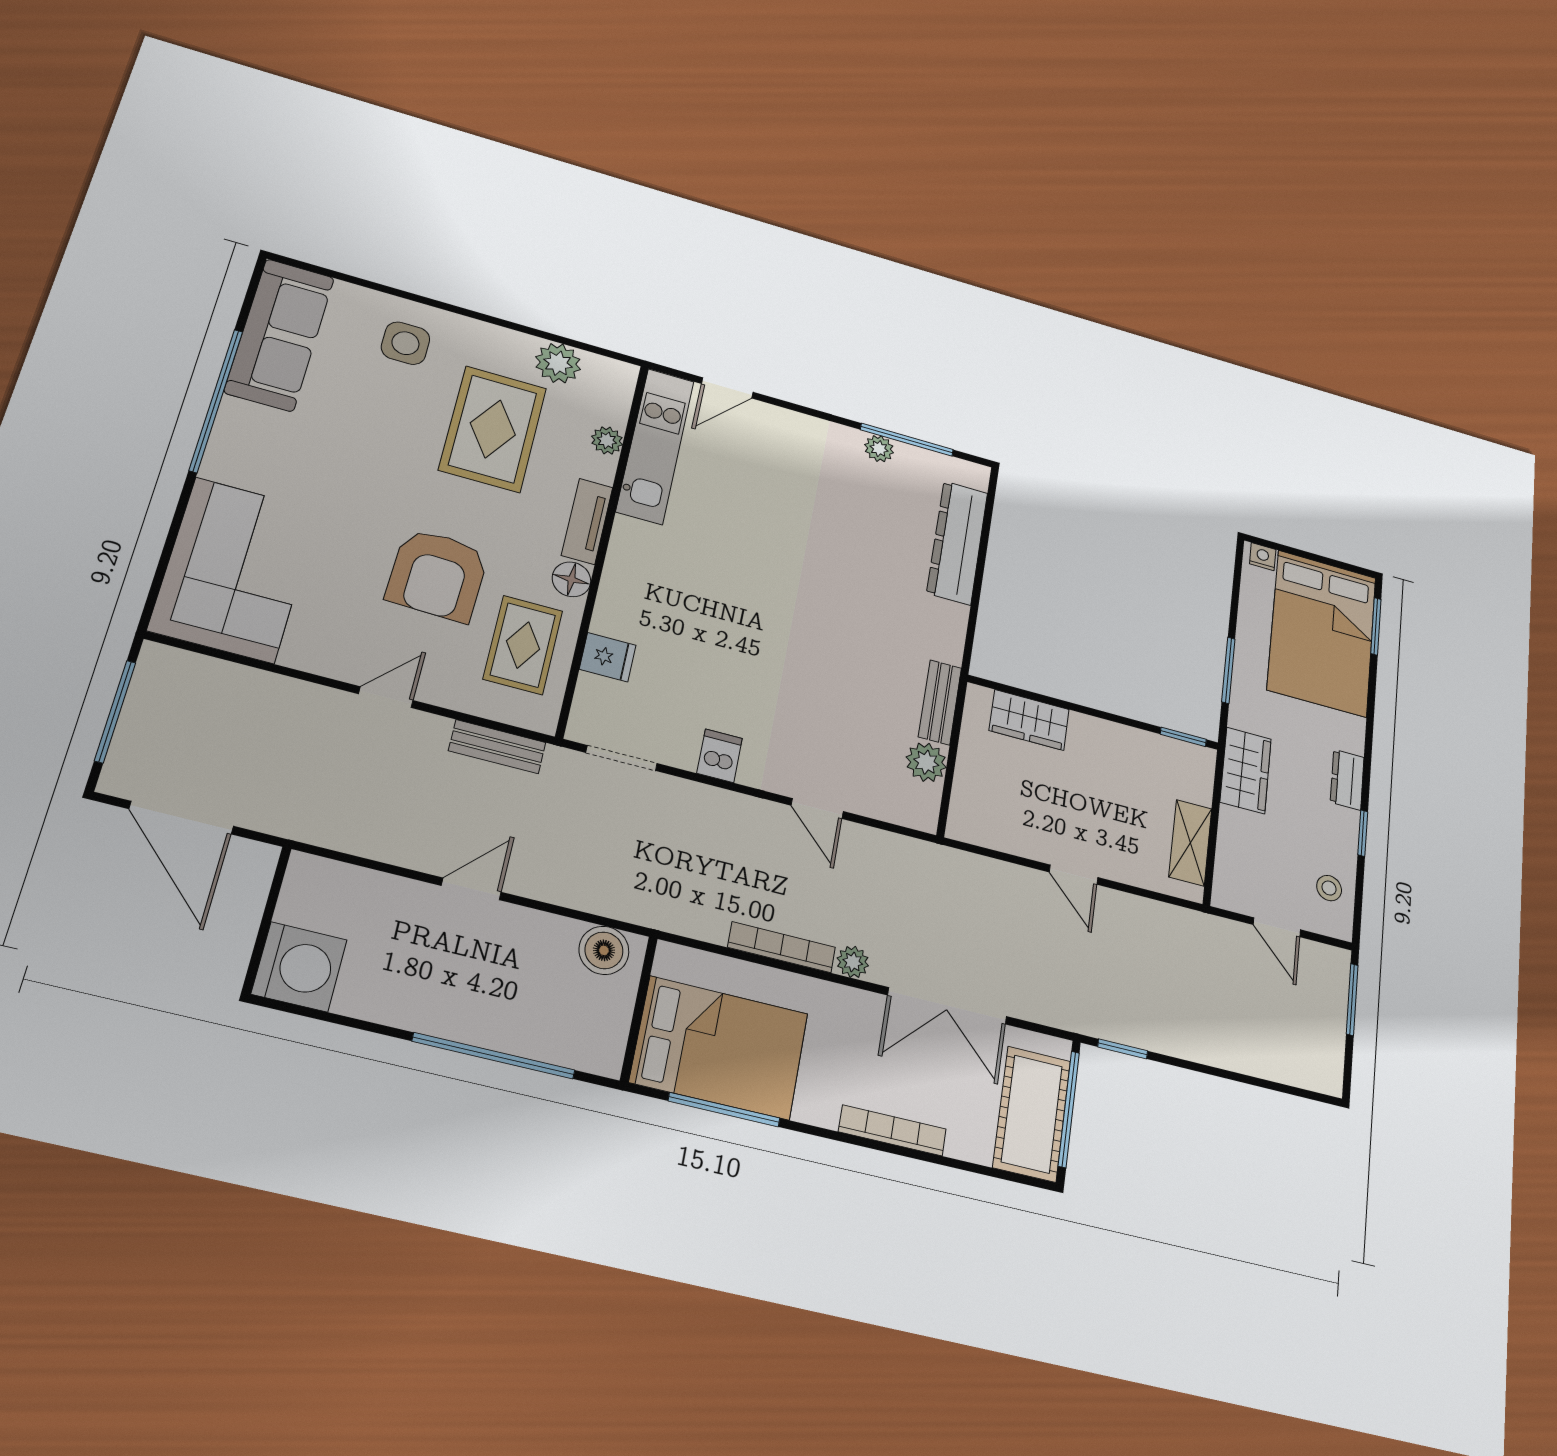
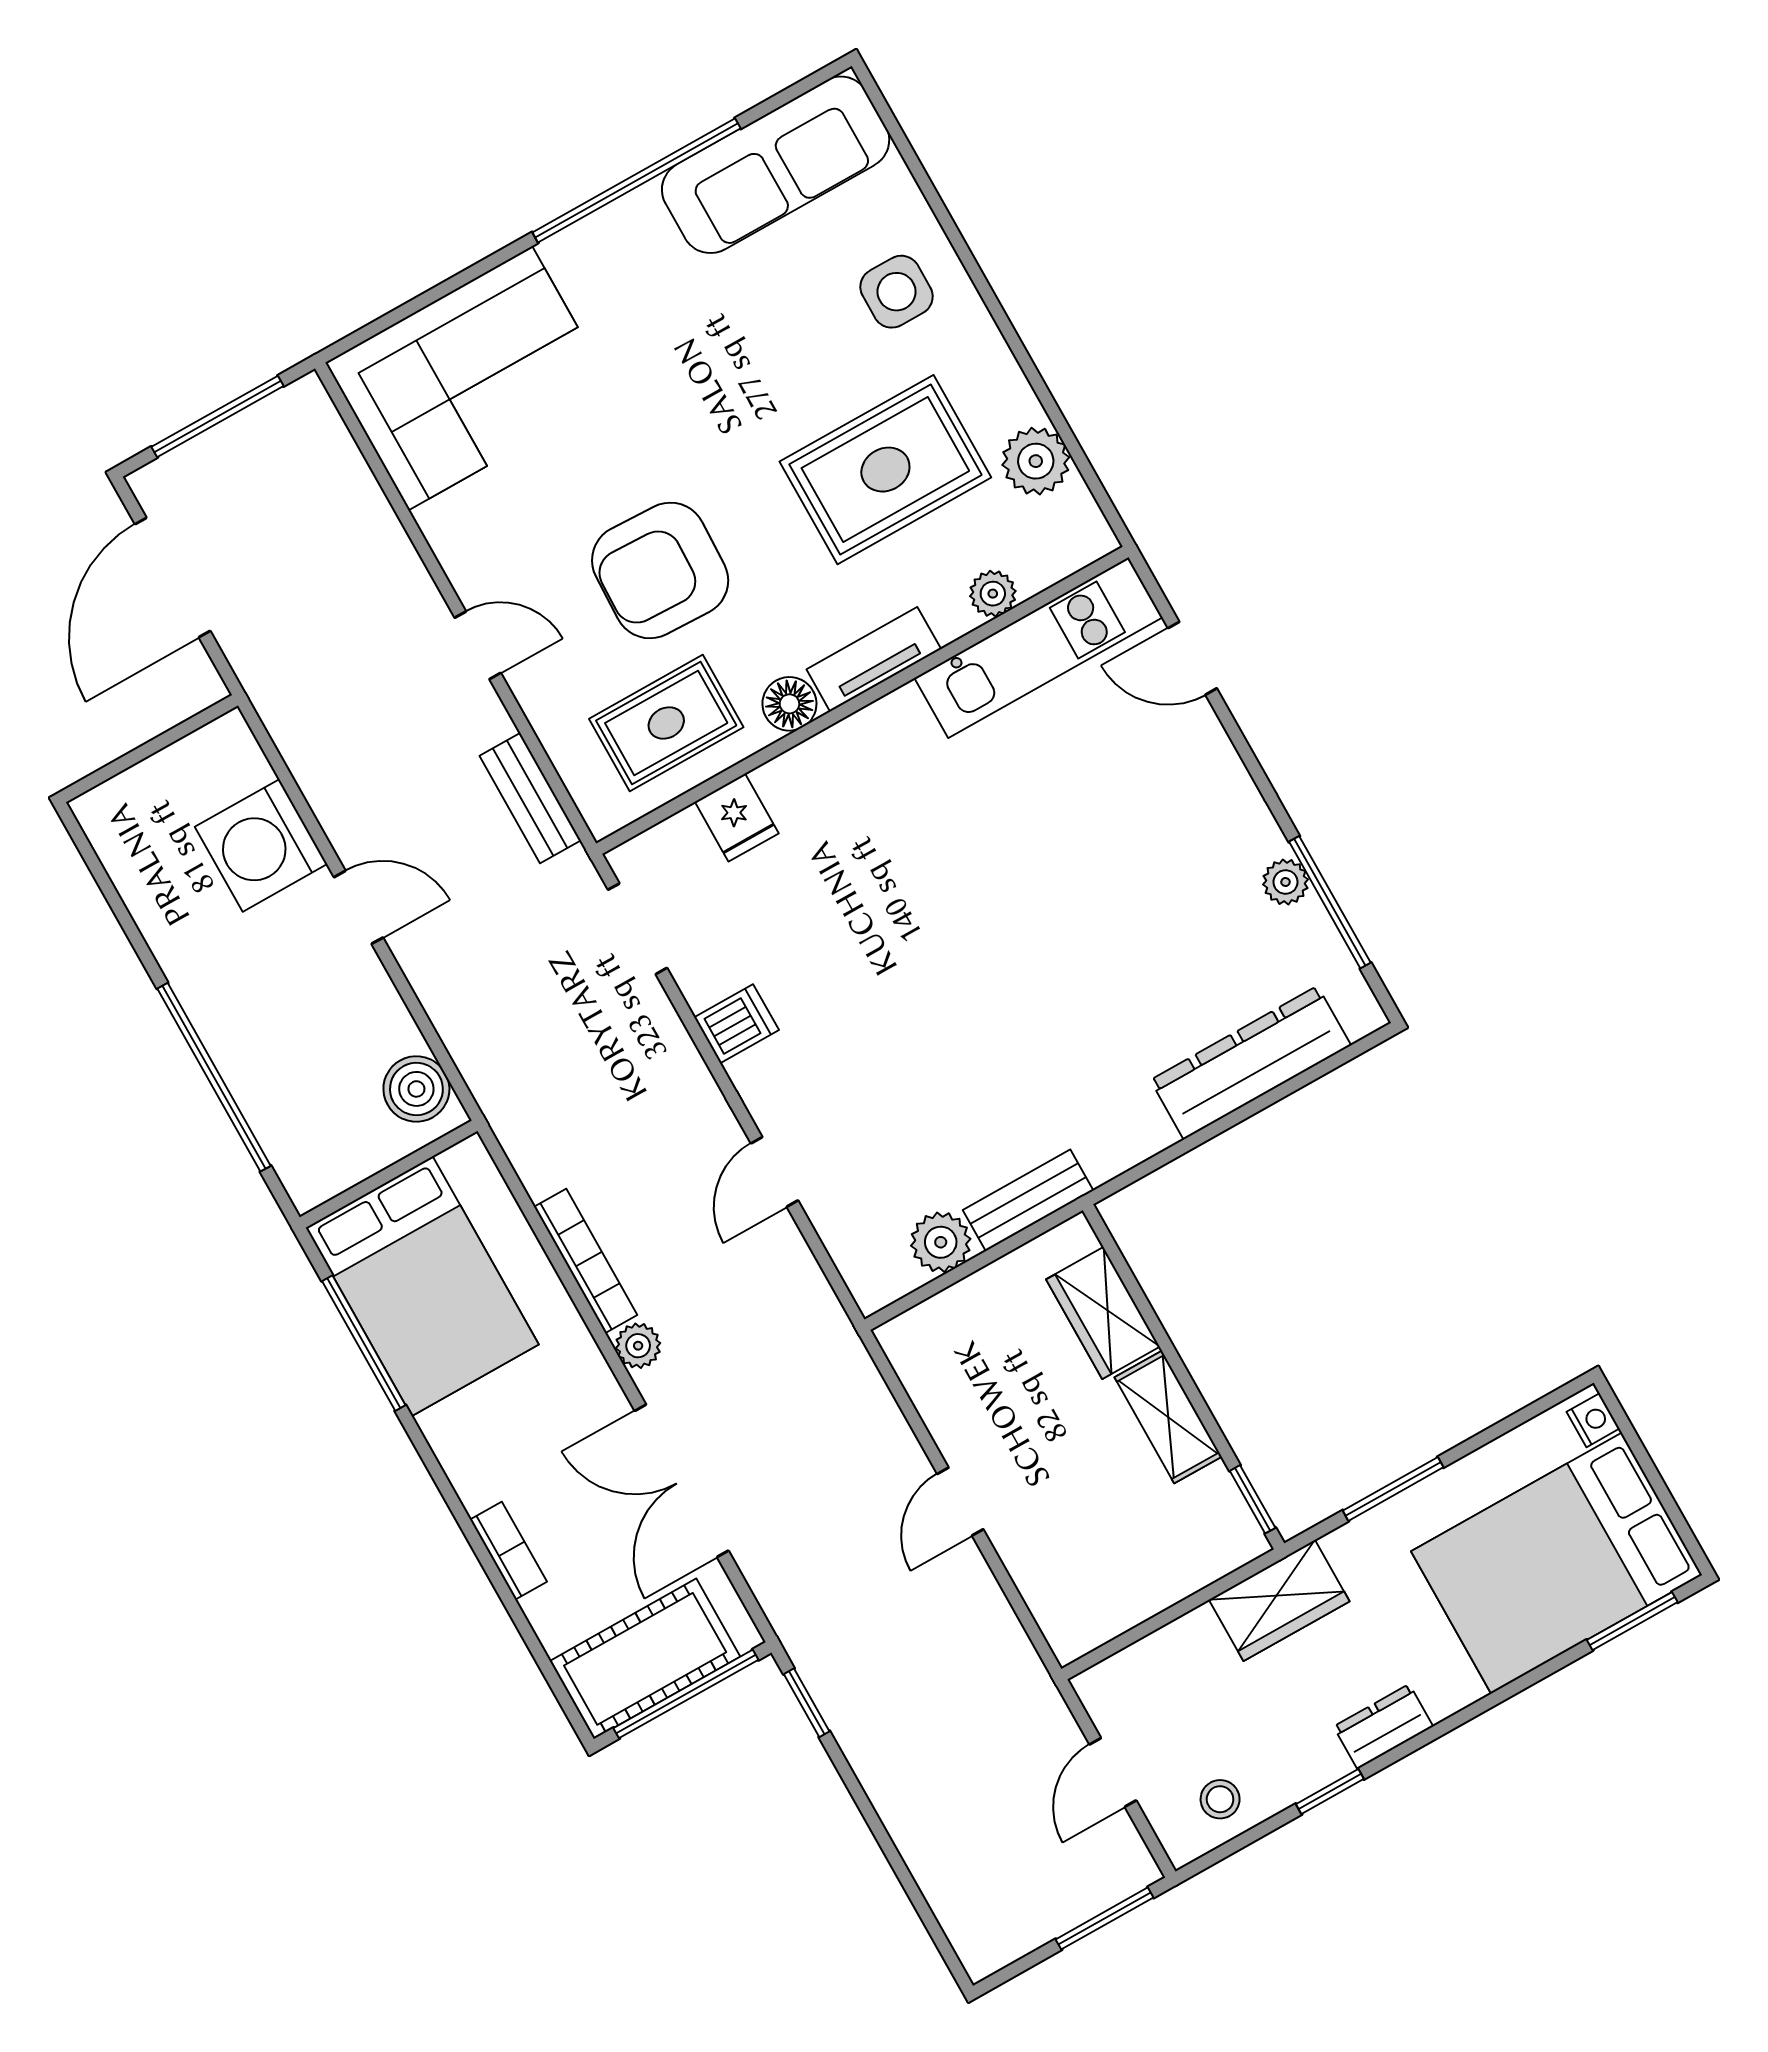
shelving: (1190, 843) -> (1168, 1417), moved, turned 90
washing machine: (299, 967) -> (261, 845), moved, turned 90
bookcase: (892, 1130) -> (509, 1551), width x0.64

